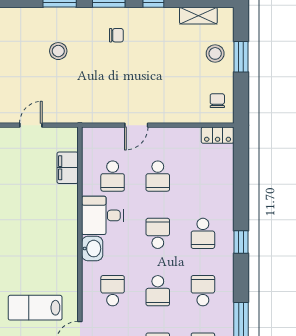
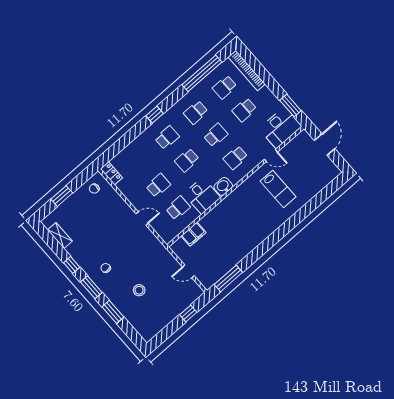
stool: (215, 53) -> (71, 210), removed

